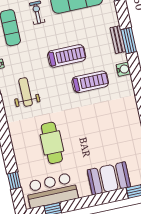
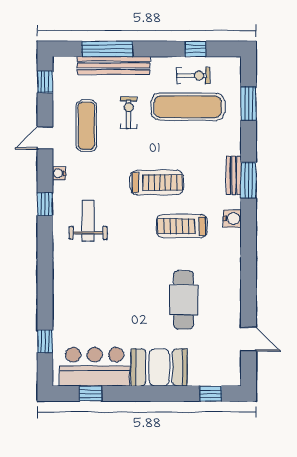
treadmill: (90, 82) -> (182, 226), turned 180
cafe table: (52, 143) -> (184, 300), moved
booth: (109, 178) -> (159, 367), moved

